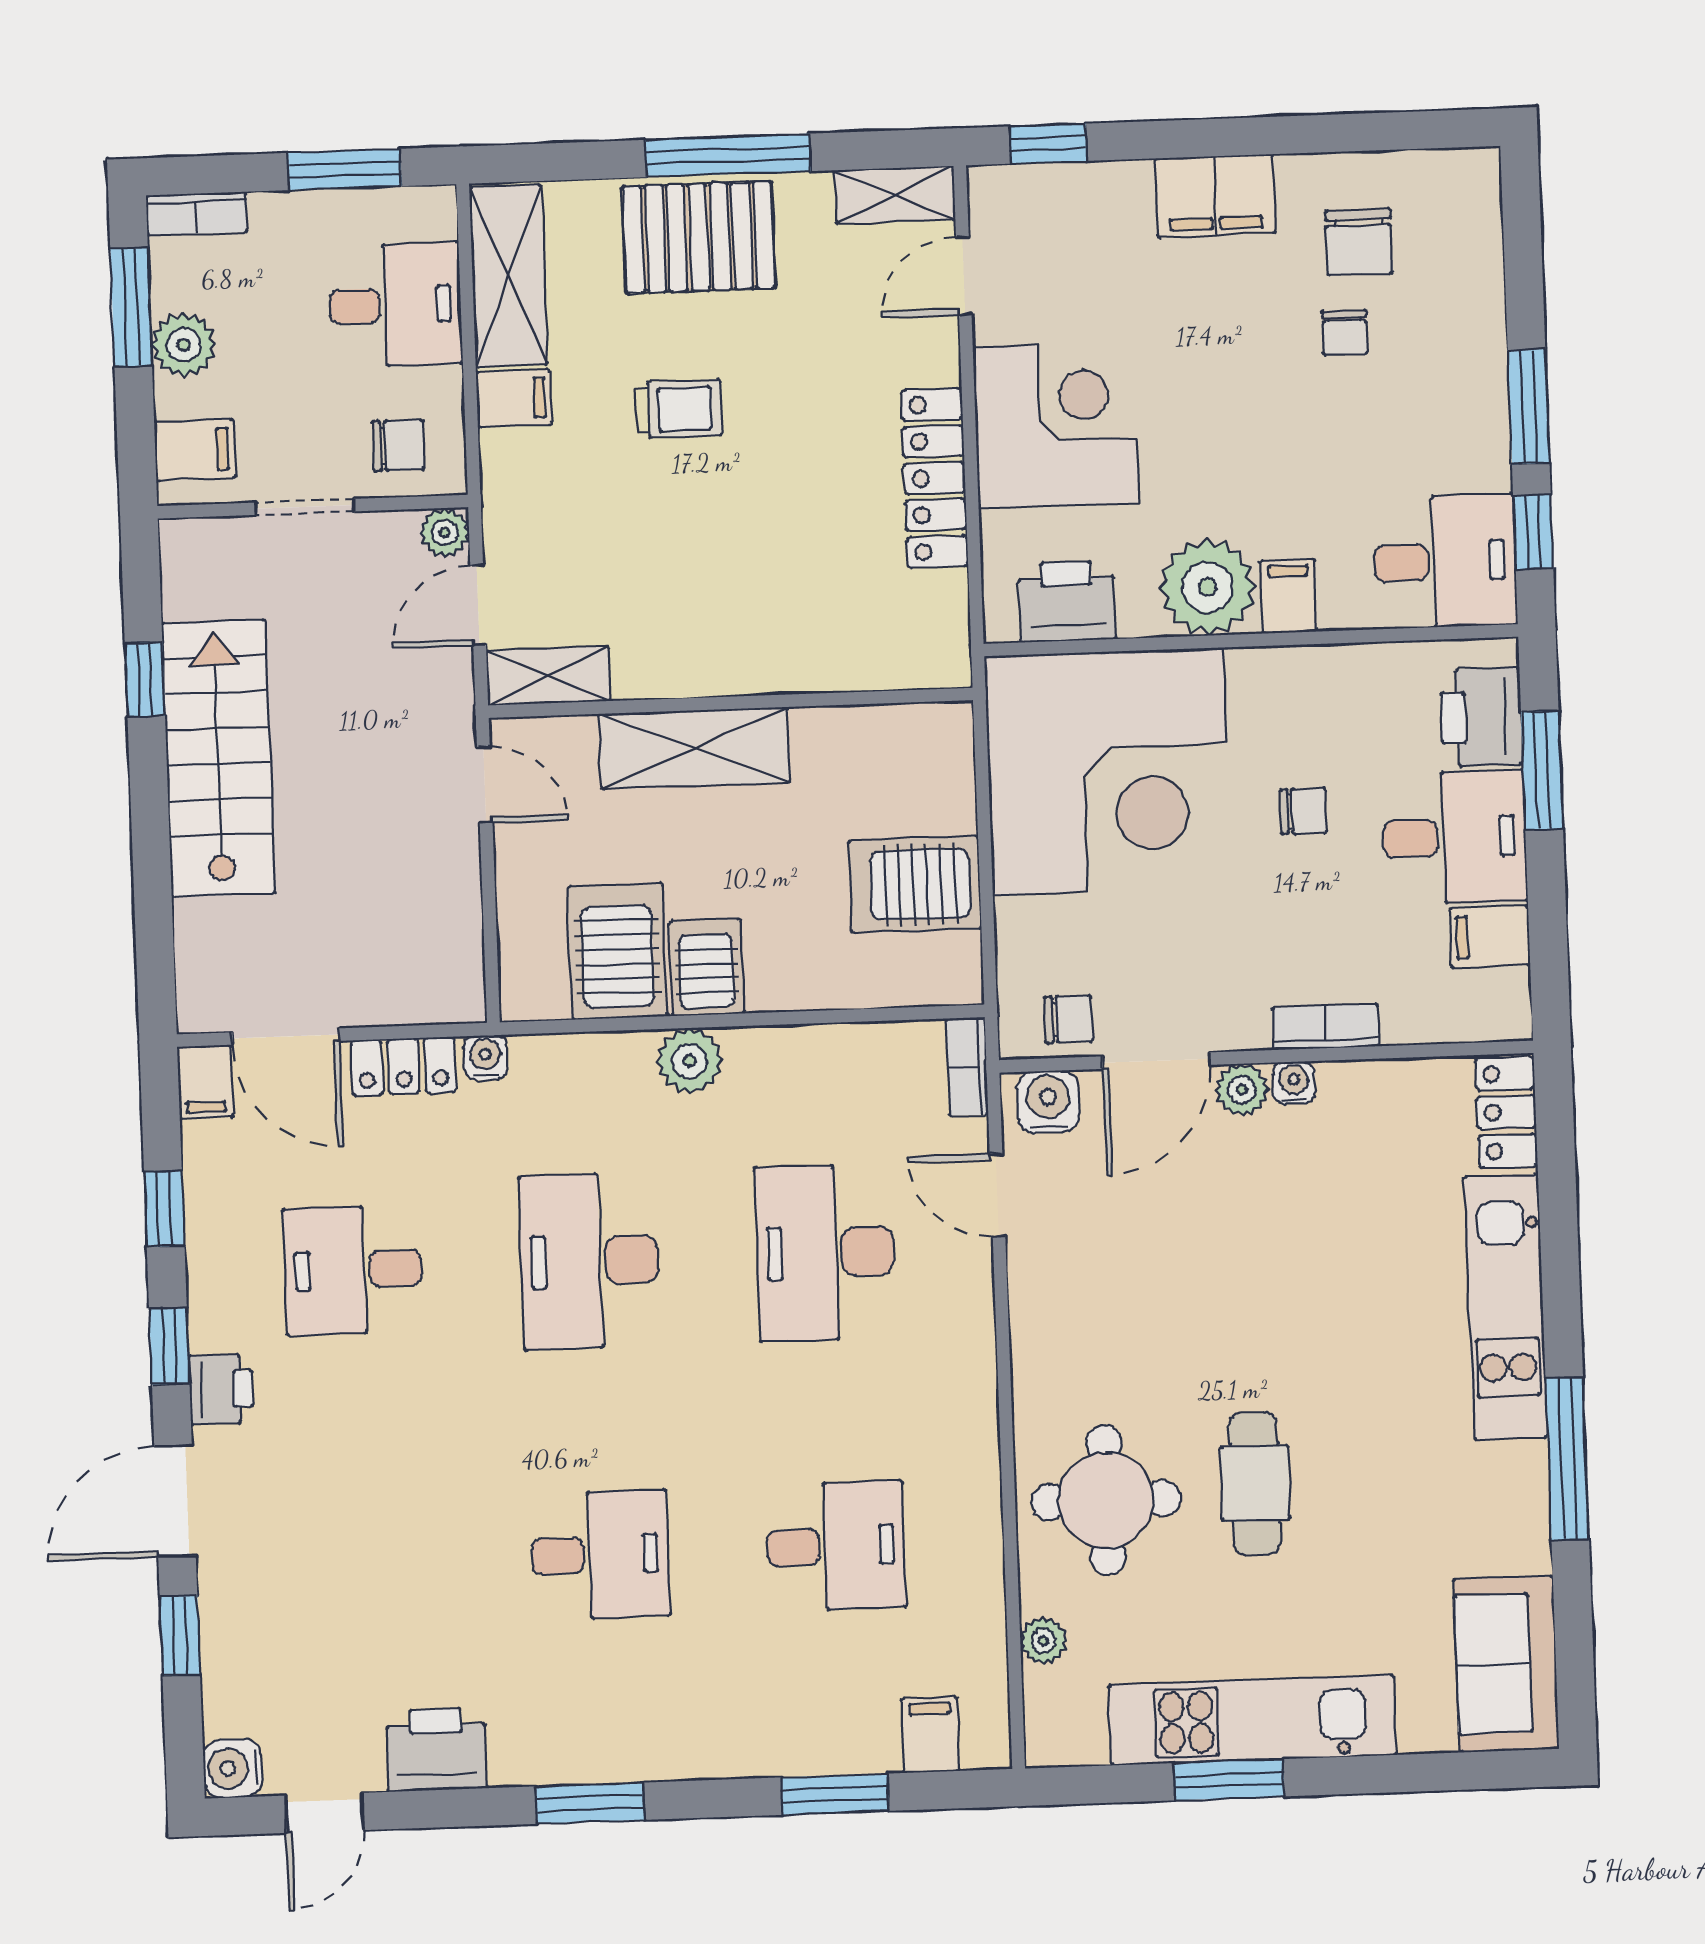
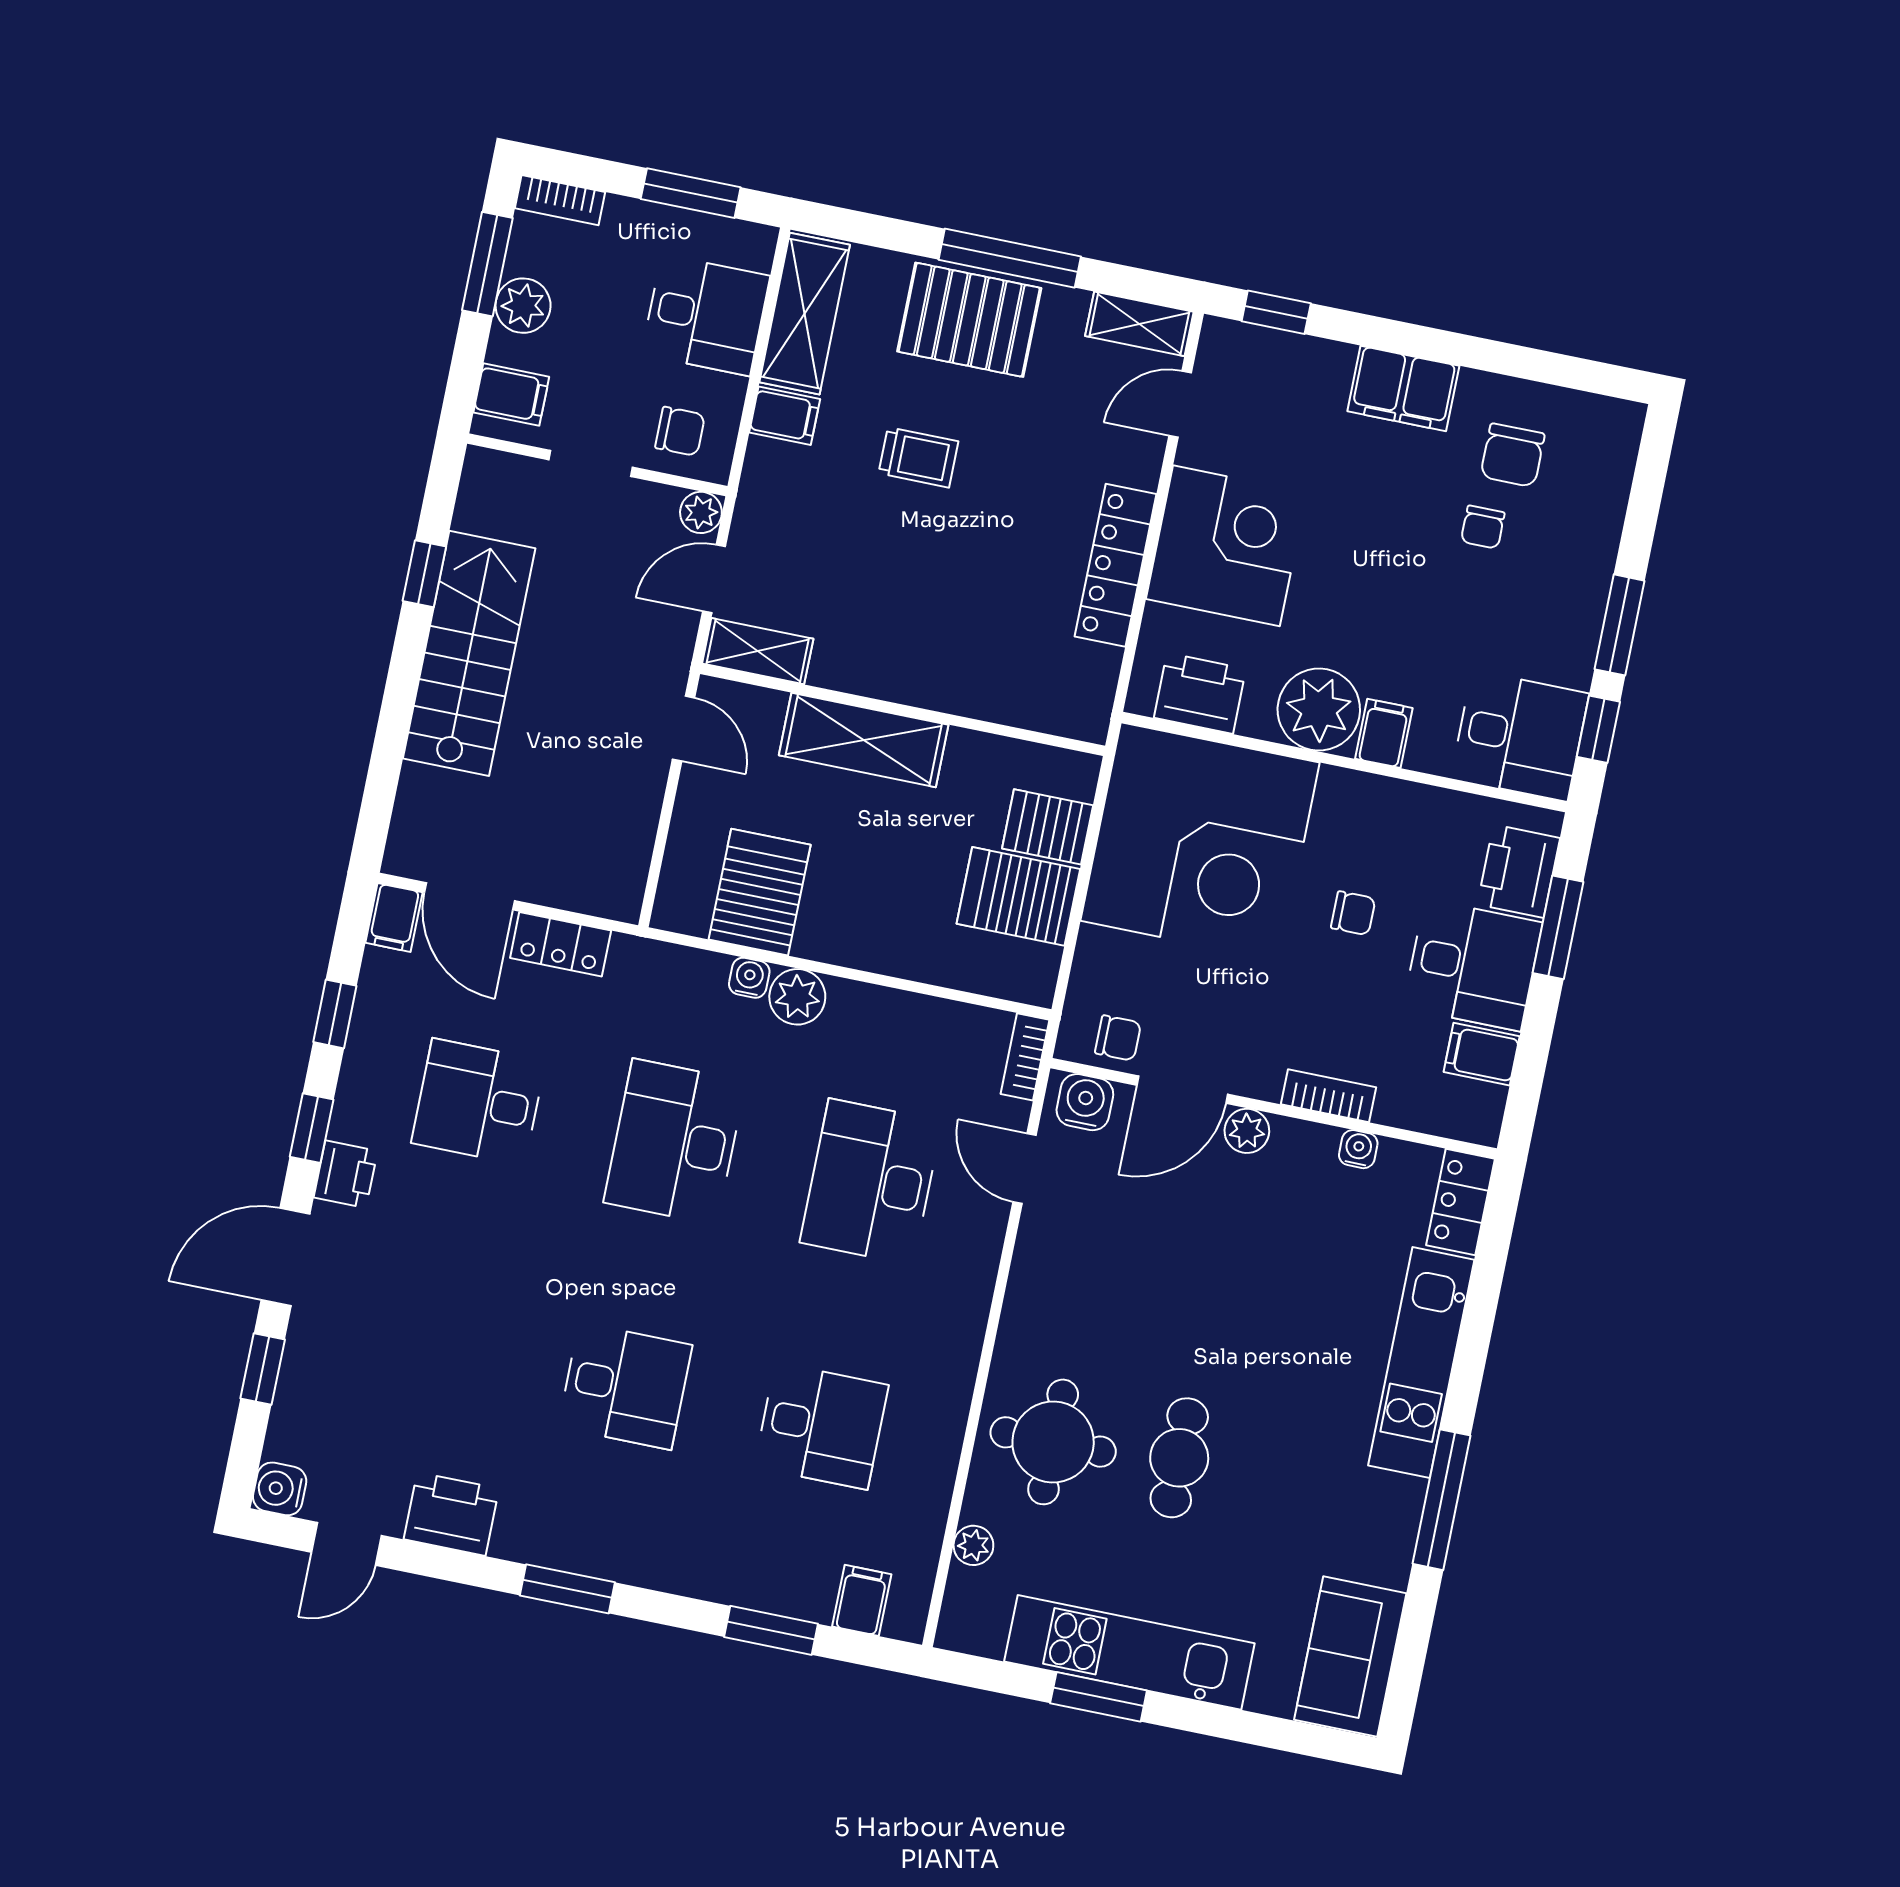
server rack: (706, 967) -> (1048, 827), moved, turned -90
water cooler: (486, 1058) -> (749, 978), moved
water cooler: (1294, 1083) -> (1358, 1149), moved

